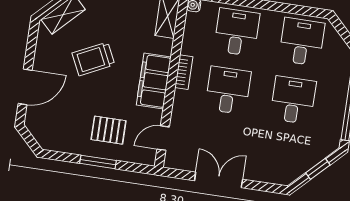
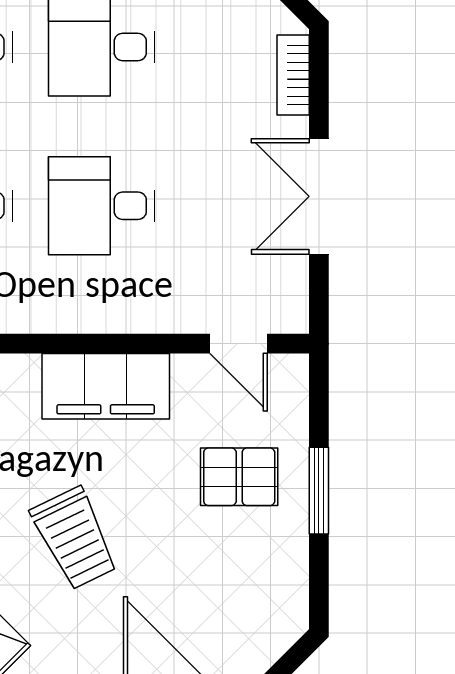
bookcase: (184, 72) -> (293, 75), moved, turned -90
pallet: (109, 130) -> (239, 477), turned 90

